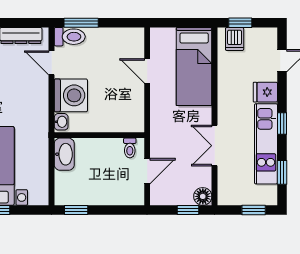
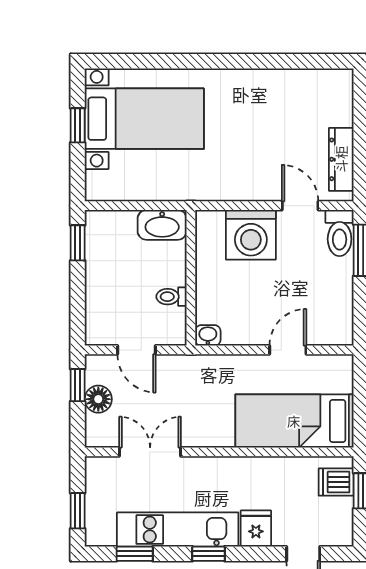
door: (52, 63) -> (300, 206), hinge flipped
washbasin: (61, 122) -> (208, 335), moved, turned 180
double door: (215, 146) -> (150, 452), moved
toilet: (130, 148) -> (171, 297), moved
floor lamp: (203, 196) -> (98, 399), moved
window: (188, 210) -> (78, 385), moved

